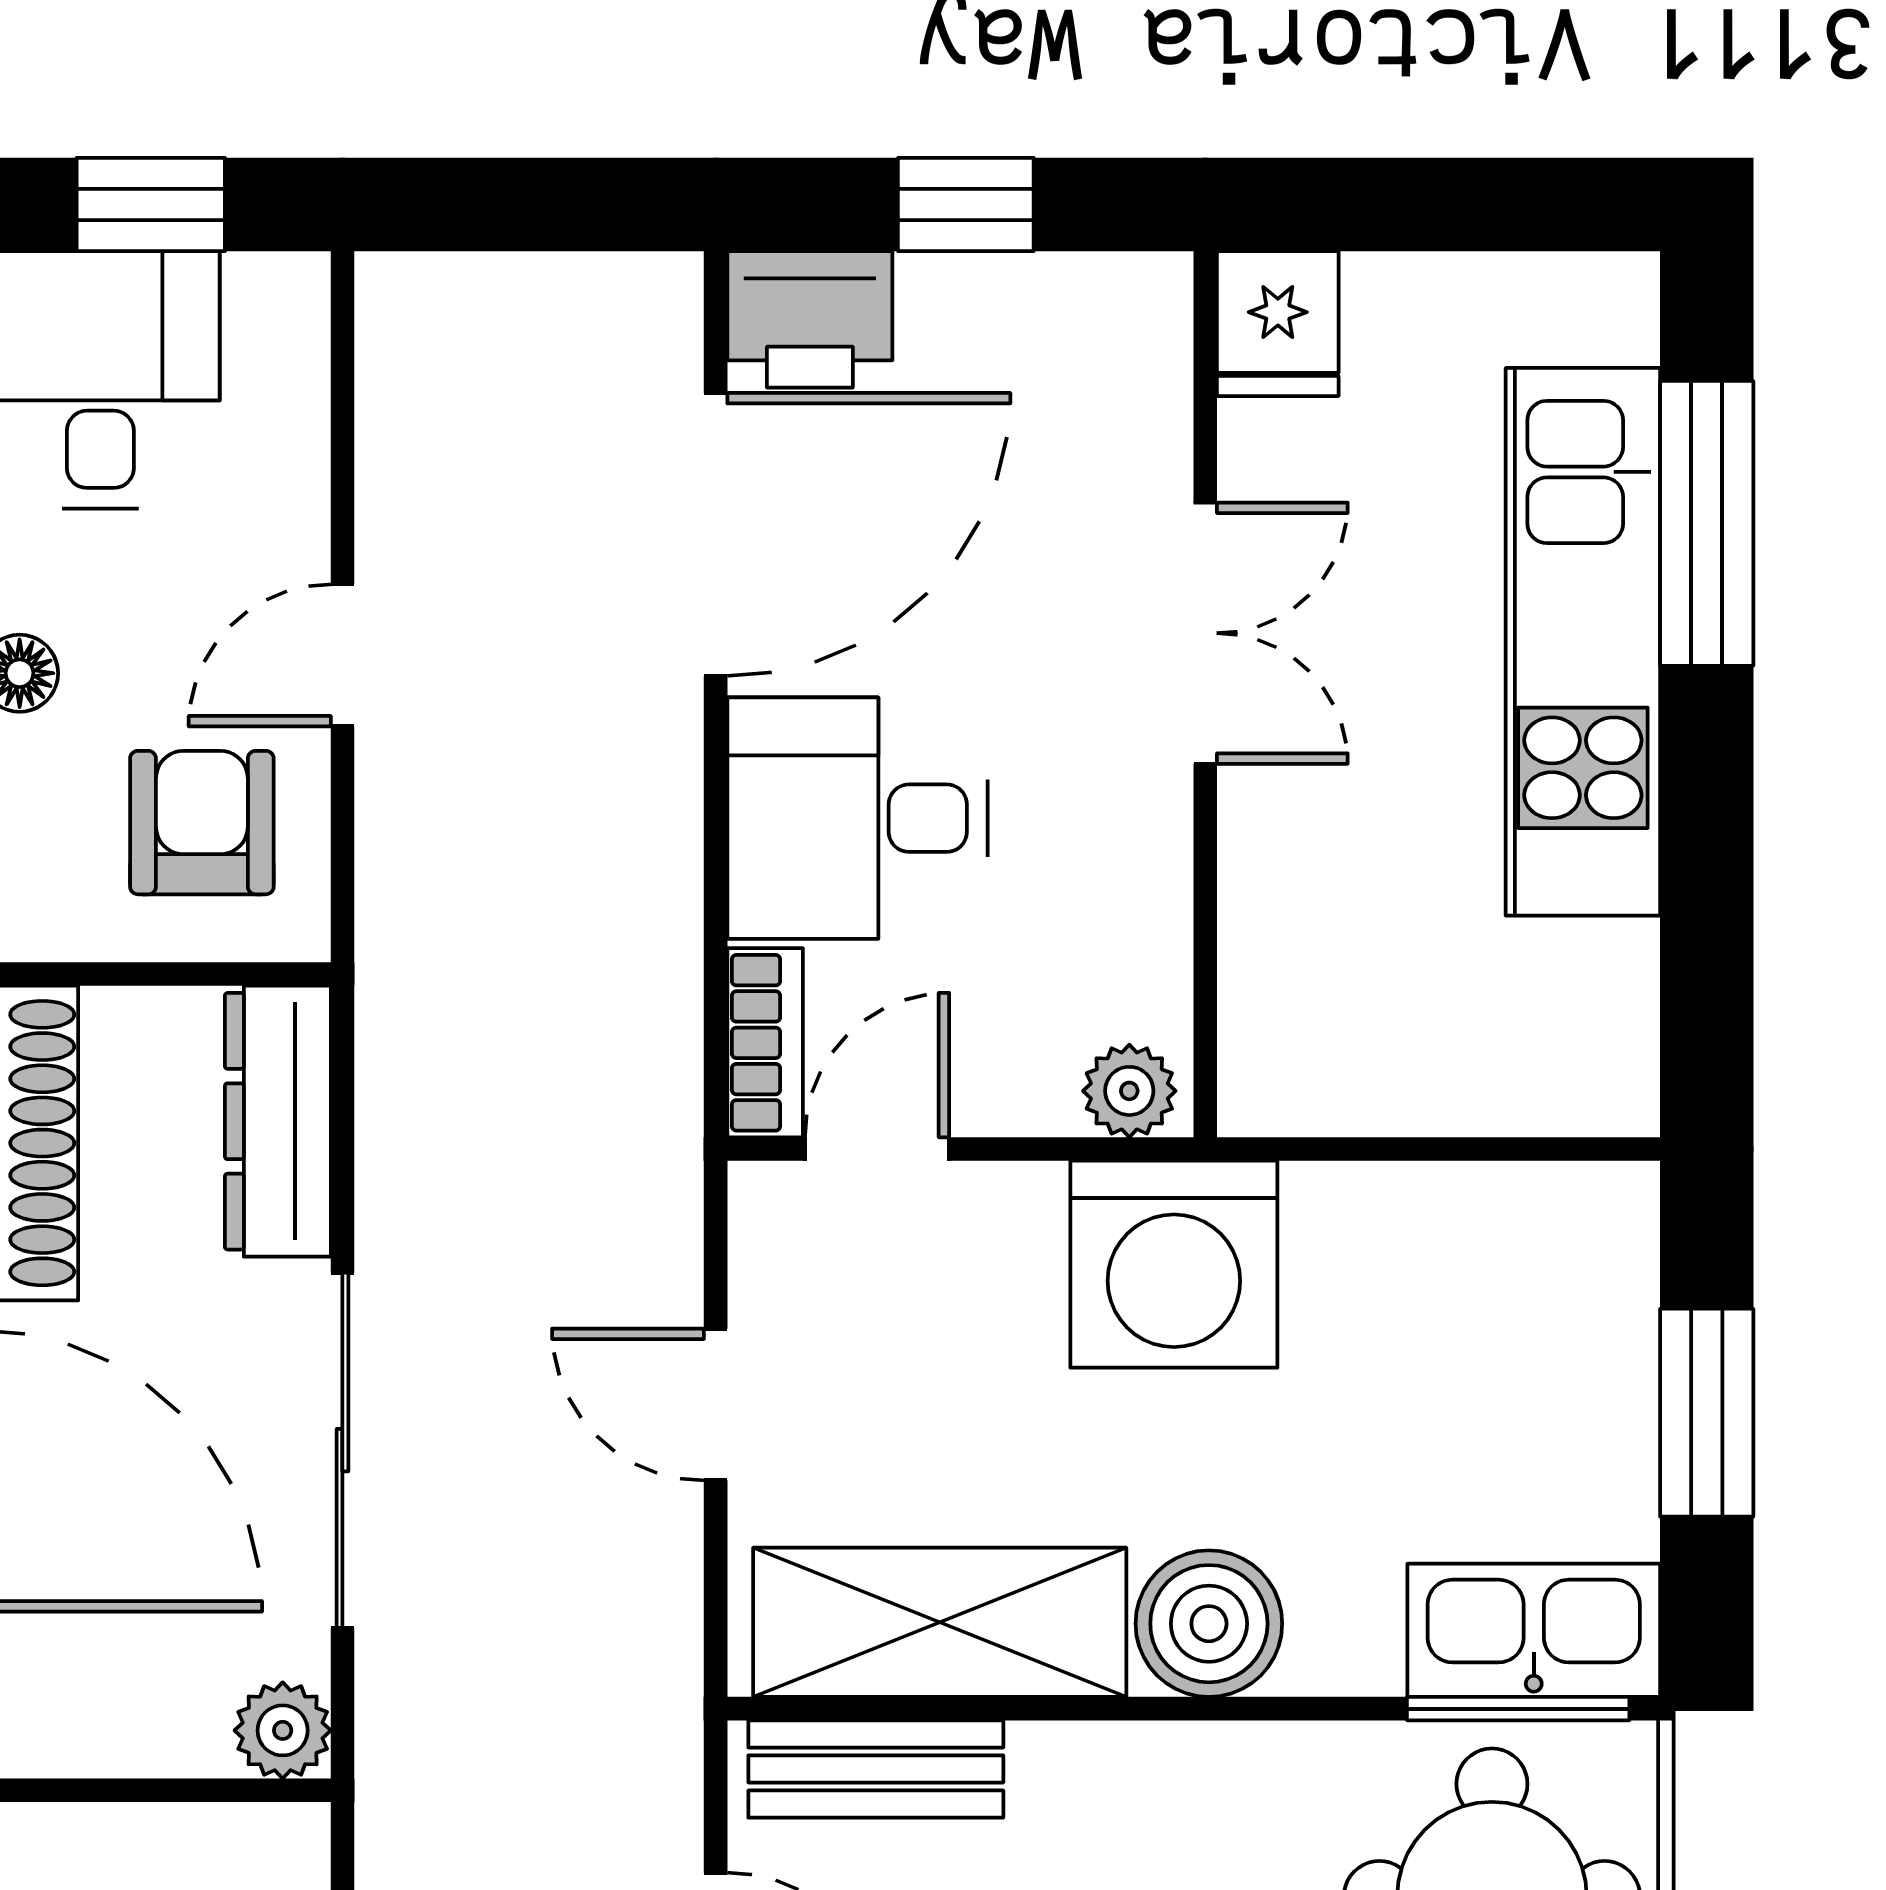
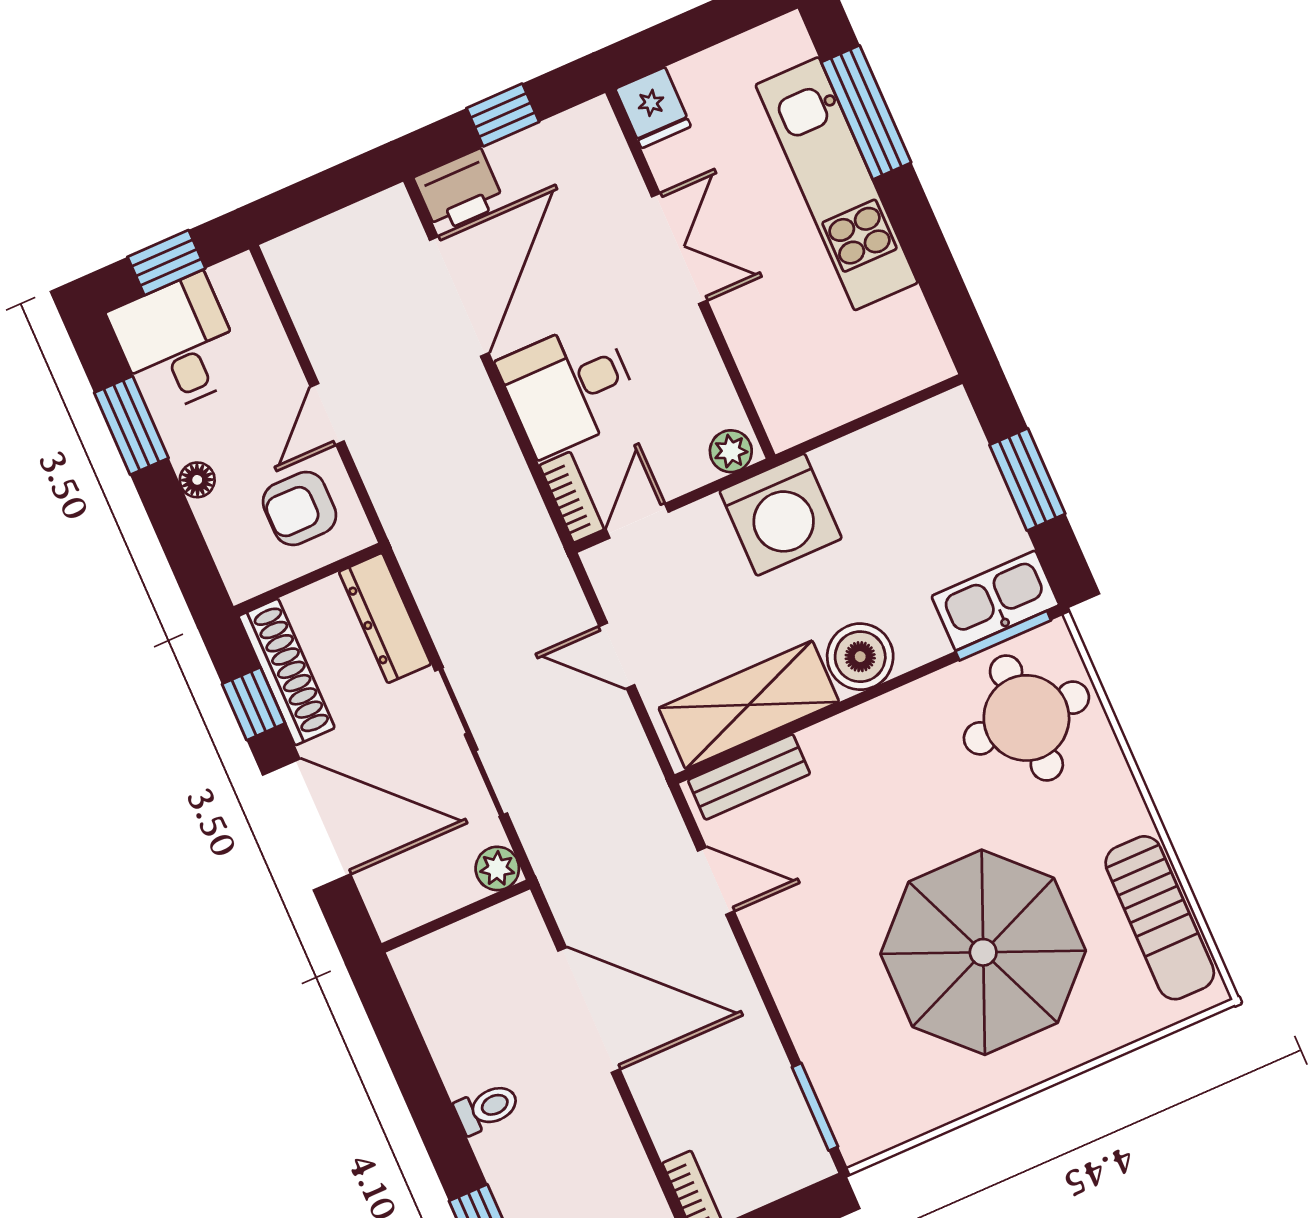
armchair: (202, 823) -> (299, 508), turned -90

